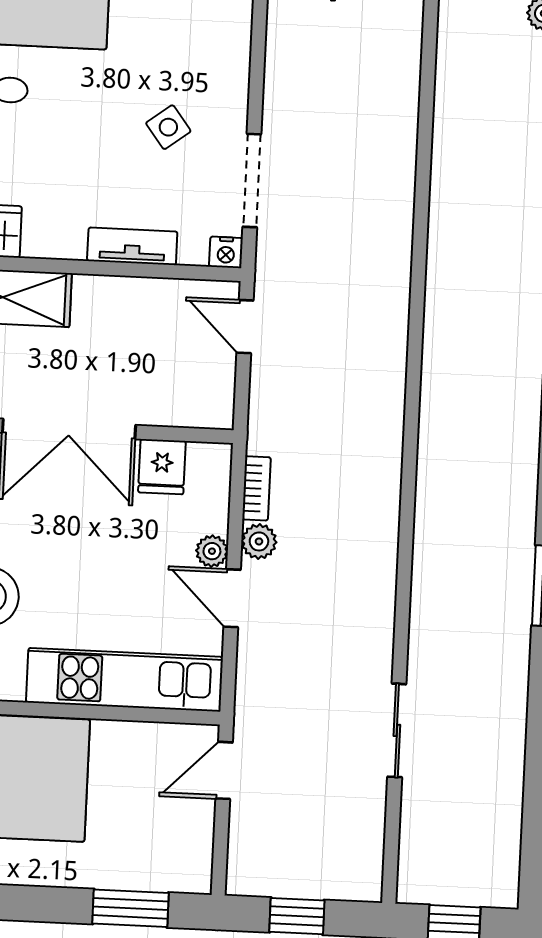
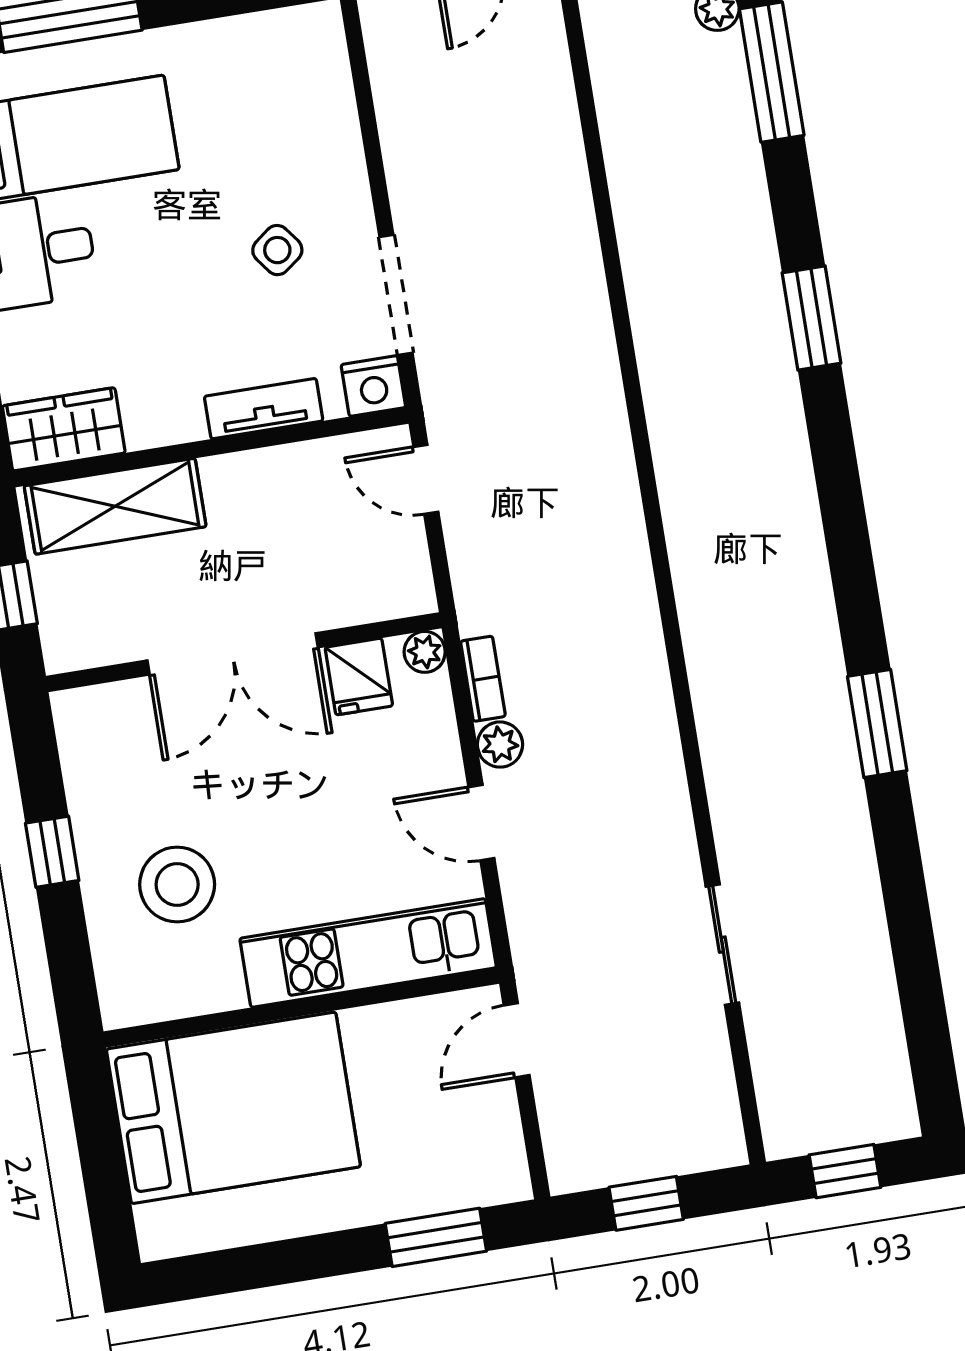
nightstand: (226, 252) -> (373, 386), width x1.39, depth x1.35
plant: (212, 551) -> (425, 652), moved

